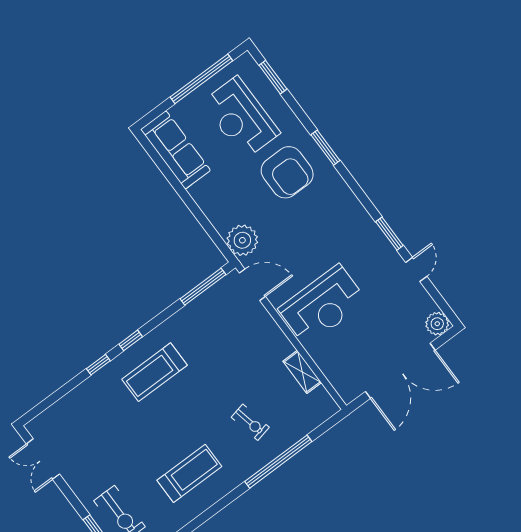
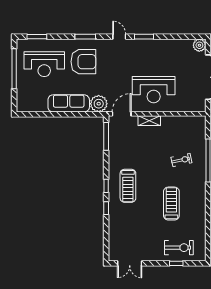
sofa: (175, 150) -> (69, 103), moved
door: (416, 269) -> (119, 37), moved
reception desk: (323, 305) -> (154, 90), turned 90
shelving: (302, 372) -> (149, 121), moved
treadmill: (189, 473) -> (171, 204), moved

